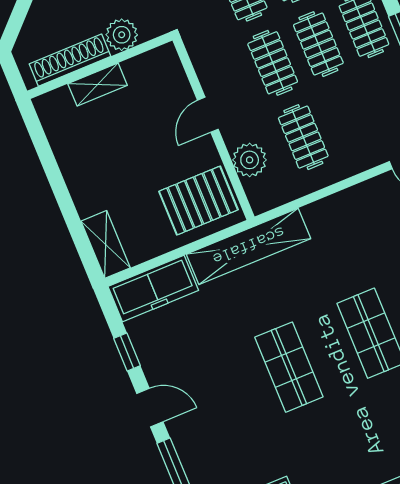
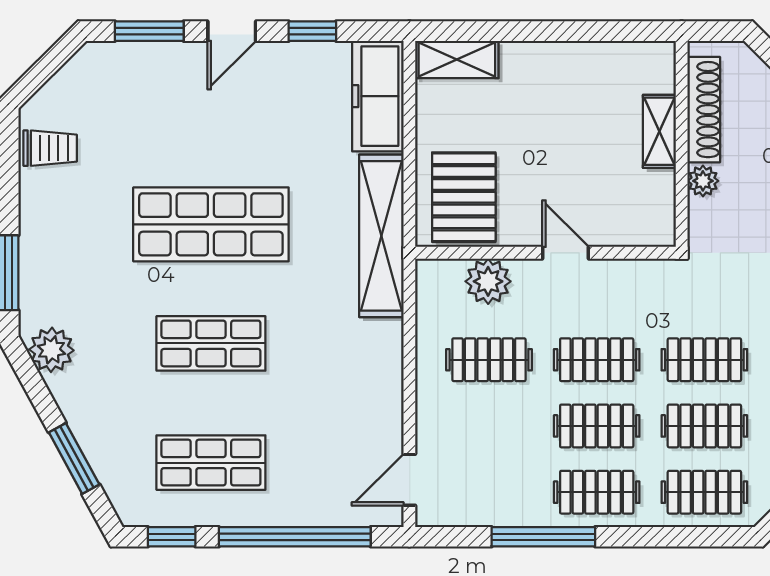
plant: (122, 35) -> (703, 181), width x0.73, depth x0.73
shop shelf: (289, 367) -> (211, 224), width x1.43, depth x1.36

